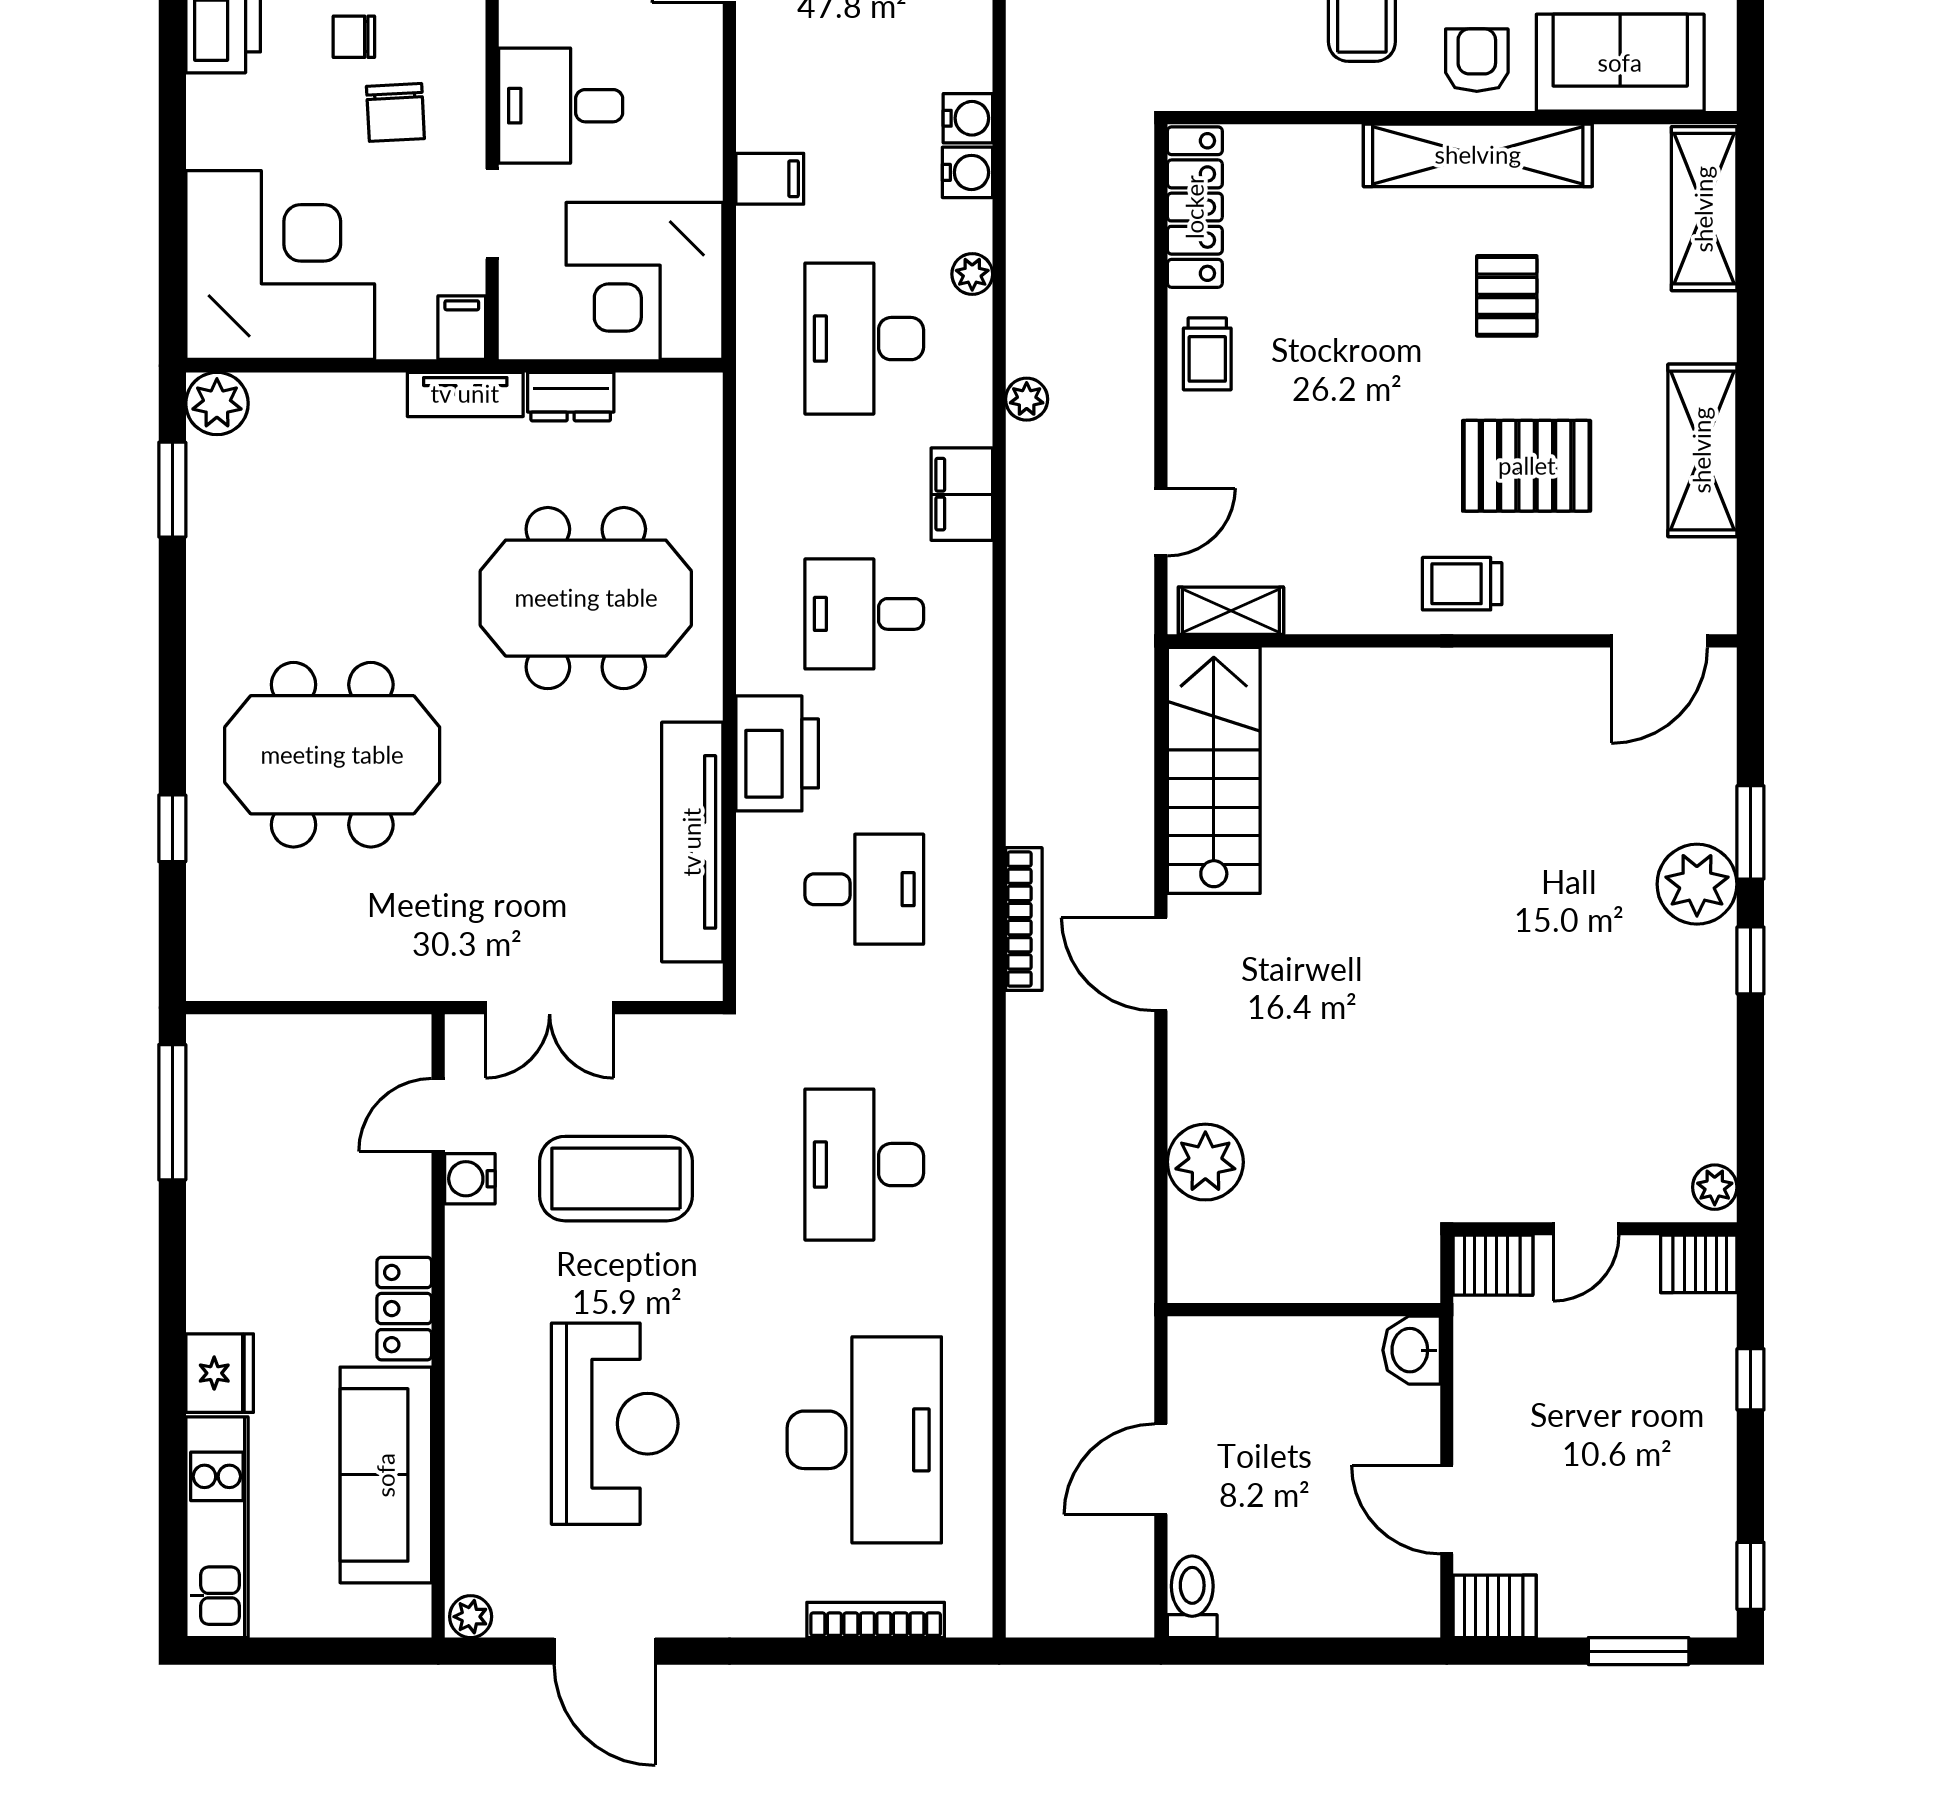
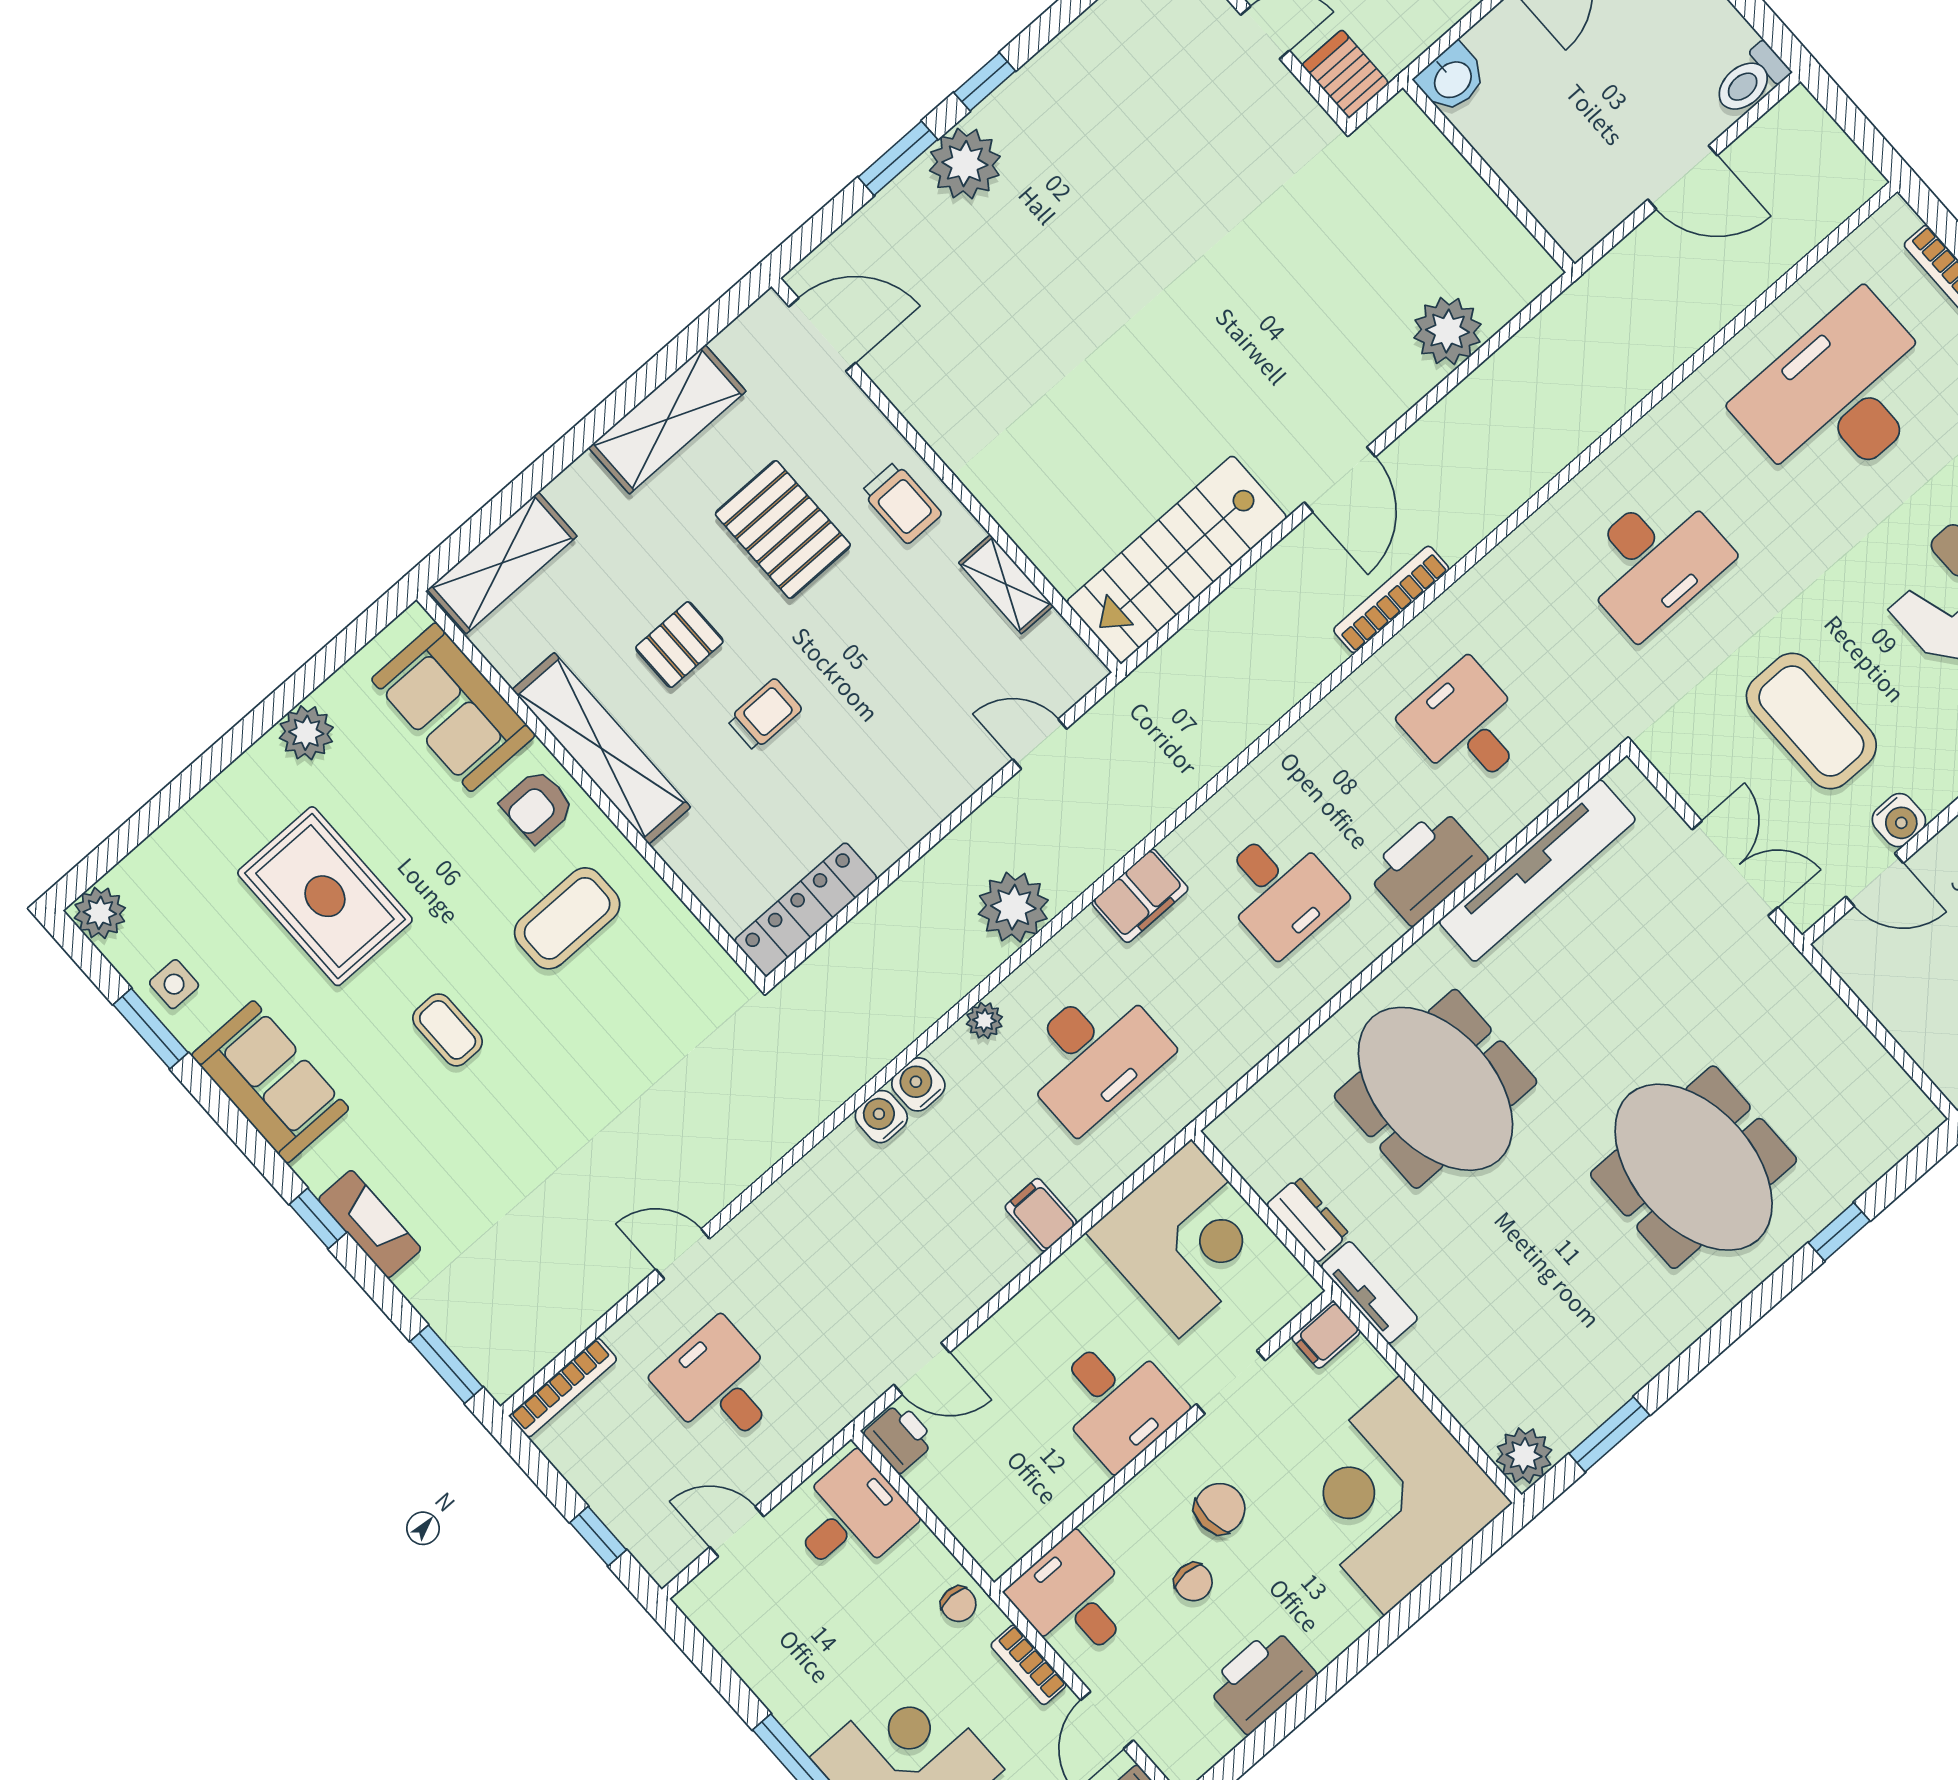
trolley: (1207, 354) -> (765, 715), moved
plant: (1027, 399) -> (1013, 907), width x1.87, depth x1.87
shelving: (1231, 611) -> (1006, 584), moved

